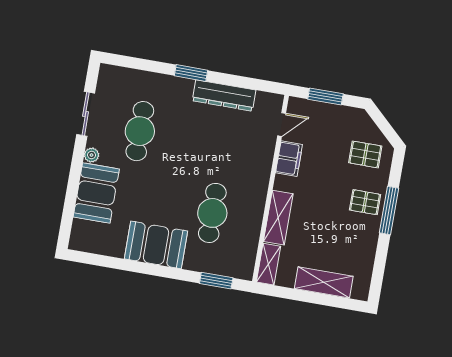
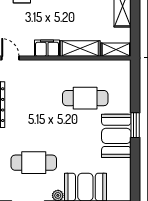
filing cabinet: (289, 159) -> (47, 48), moved
window: (216, 281) -> (135, 125), moved

